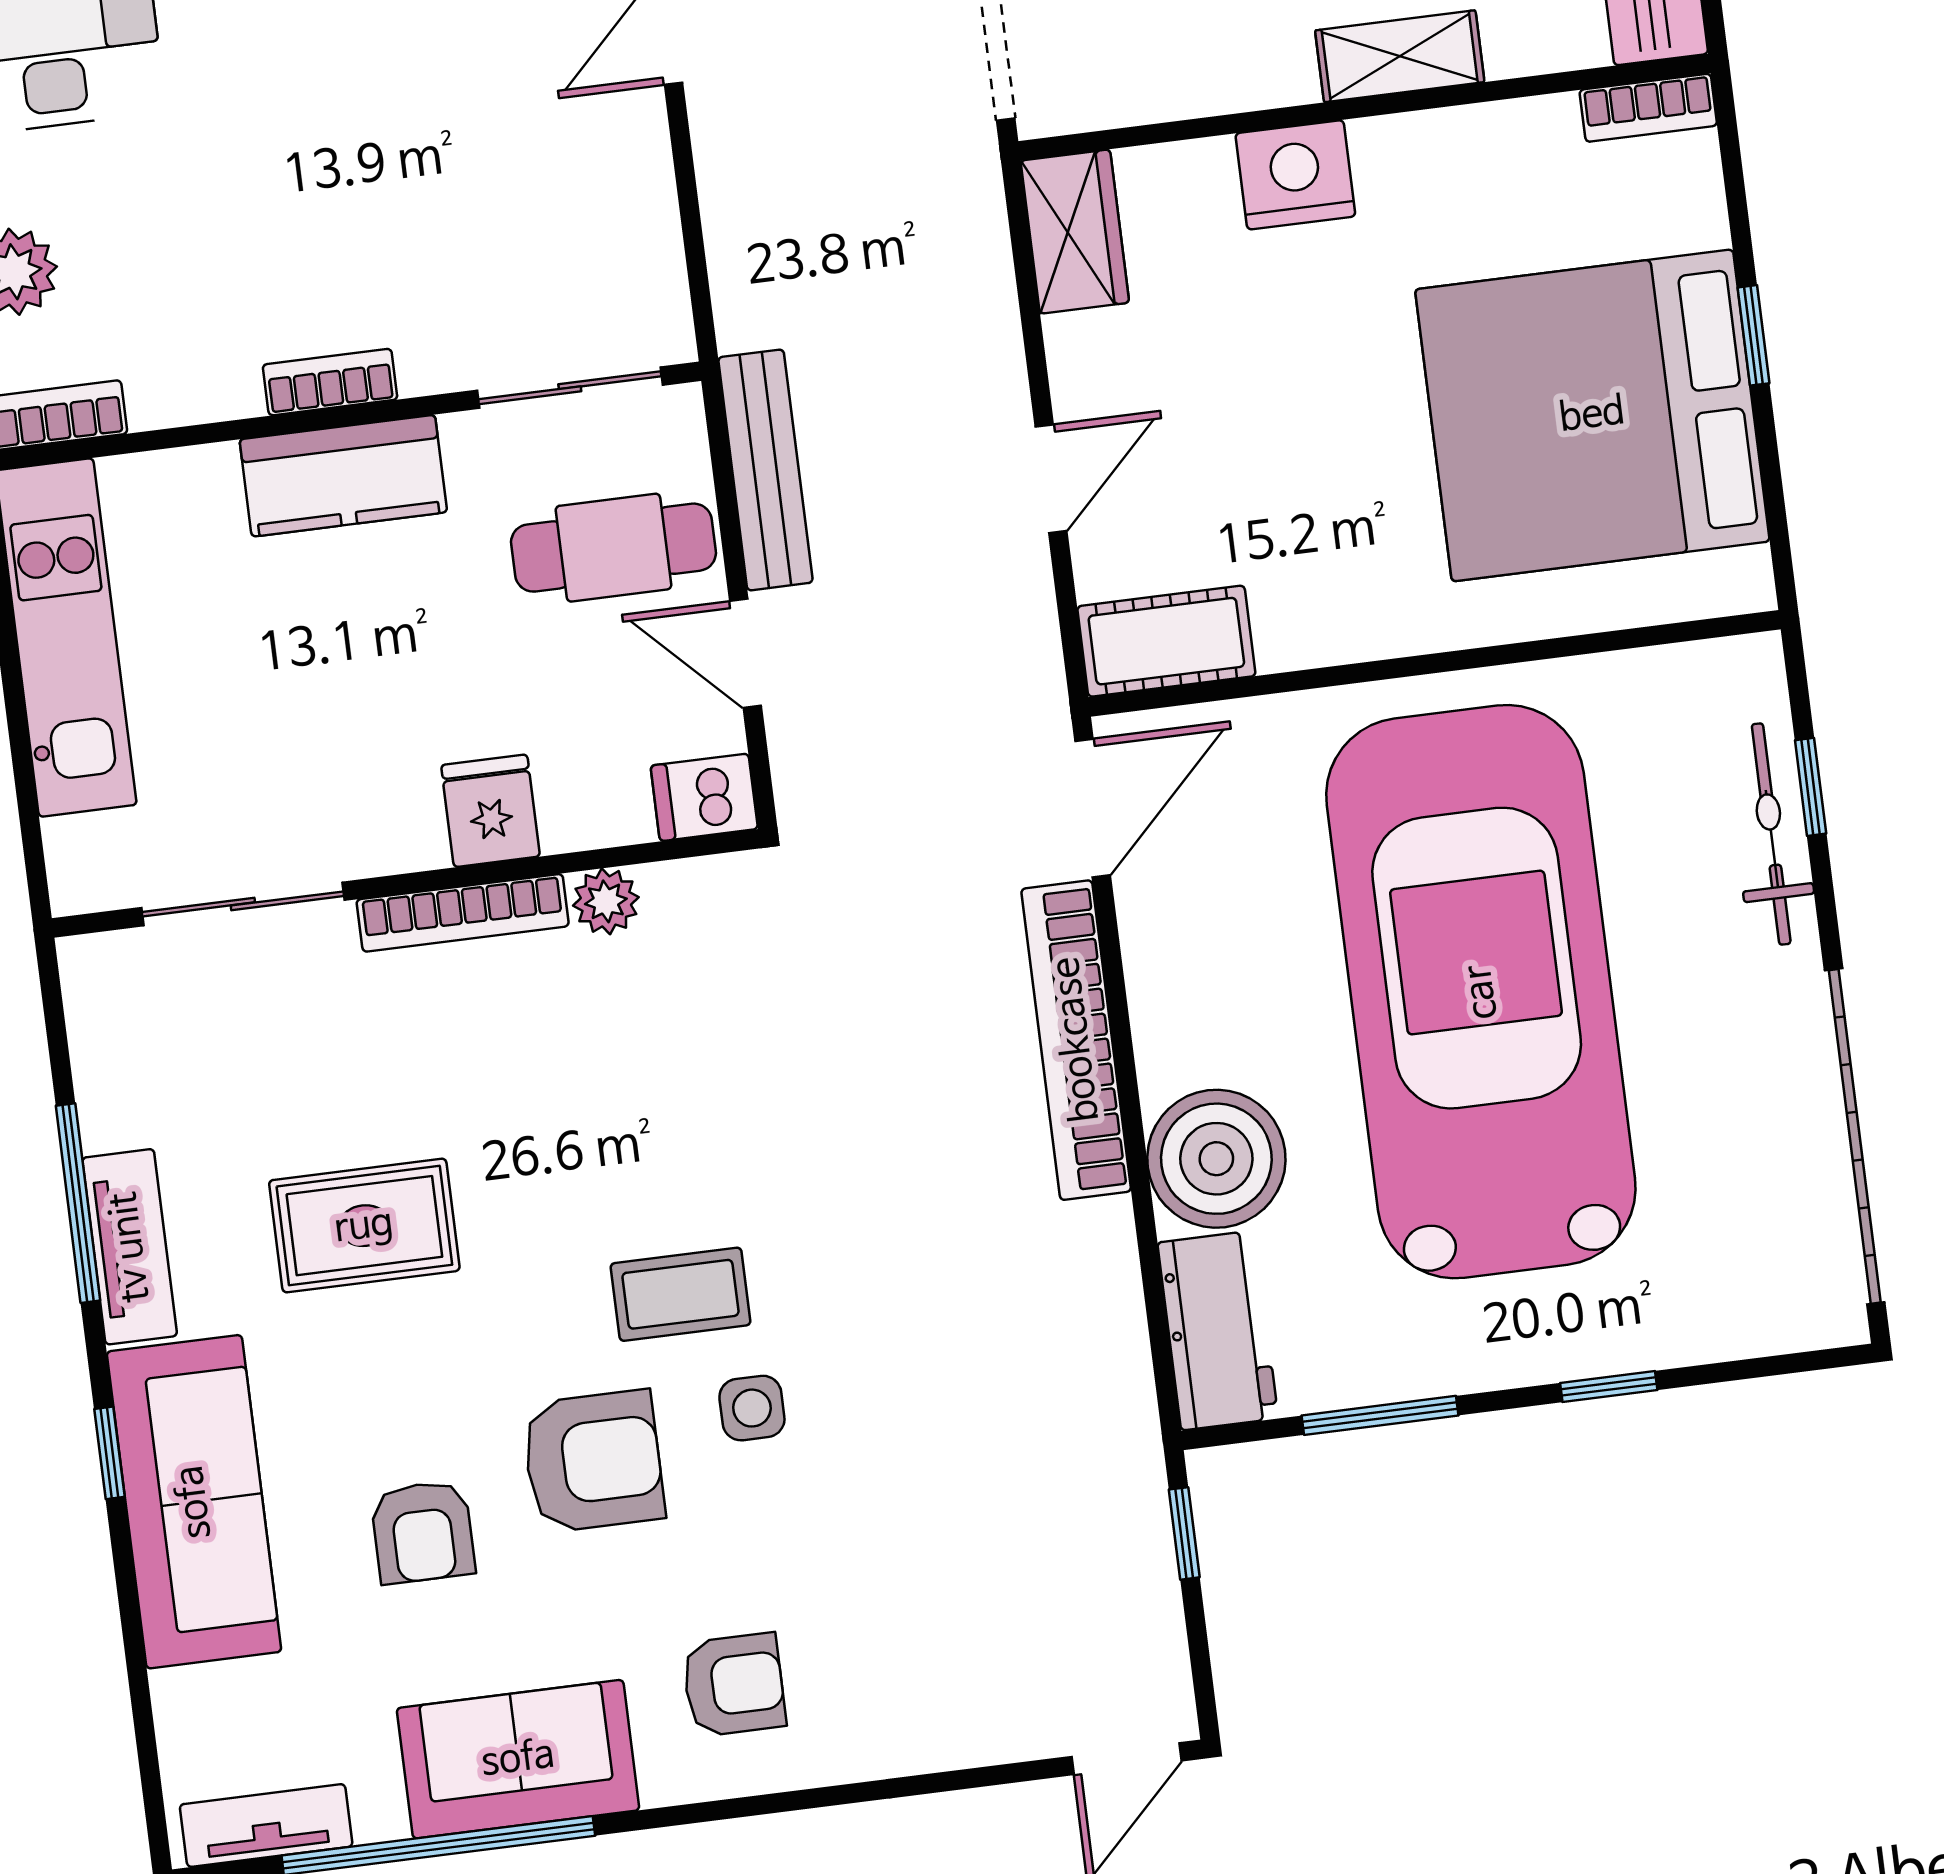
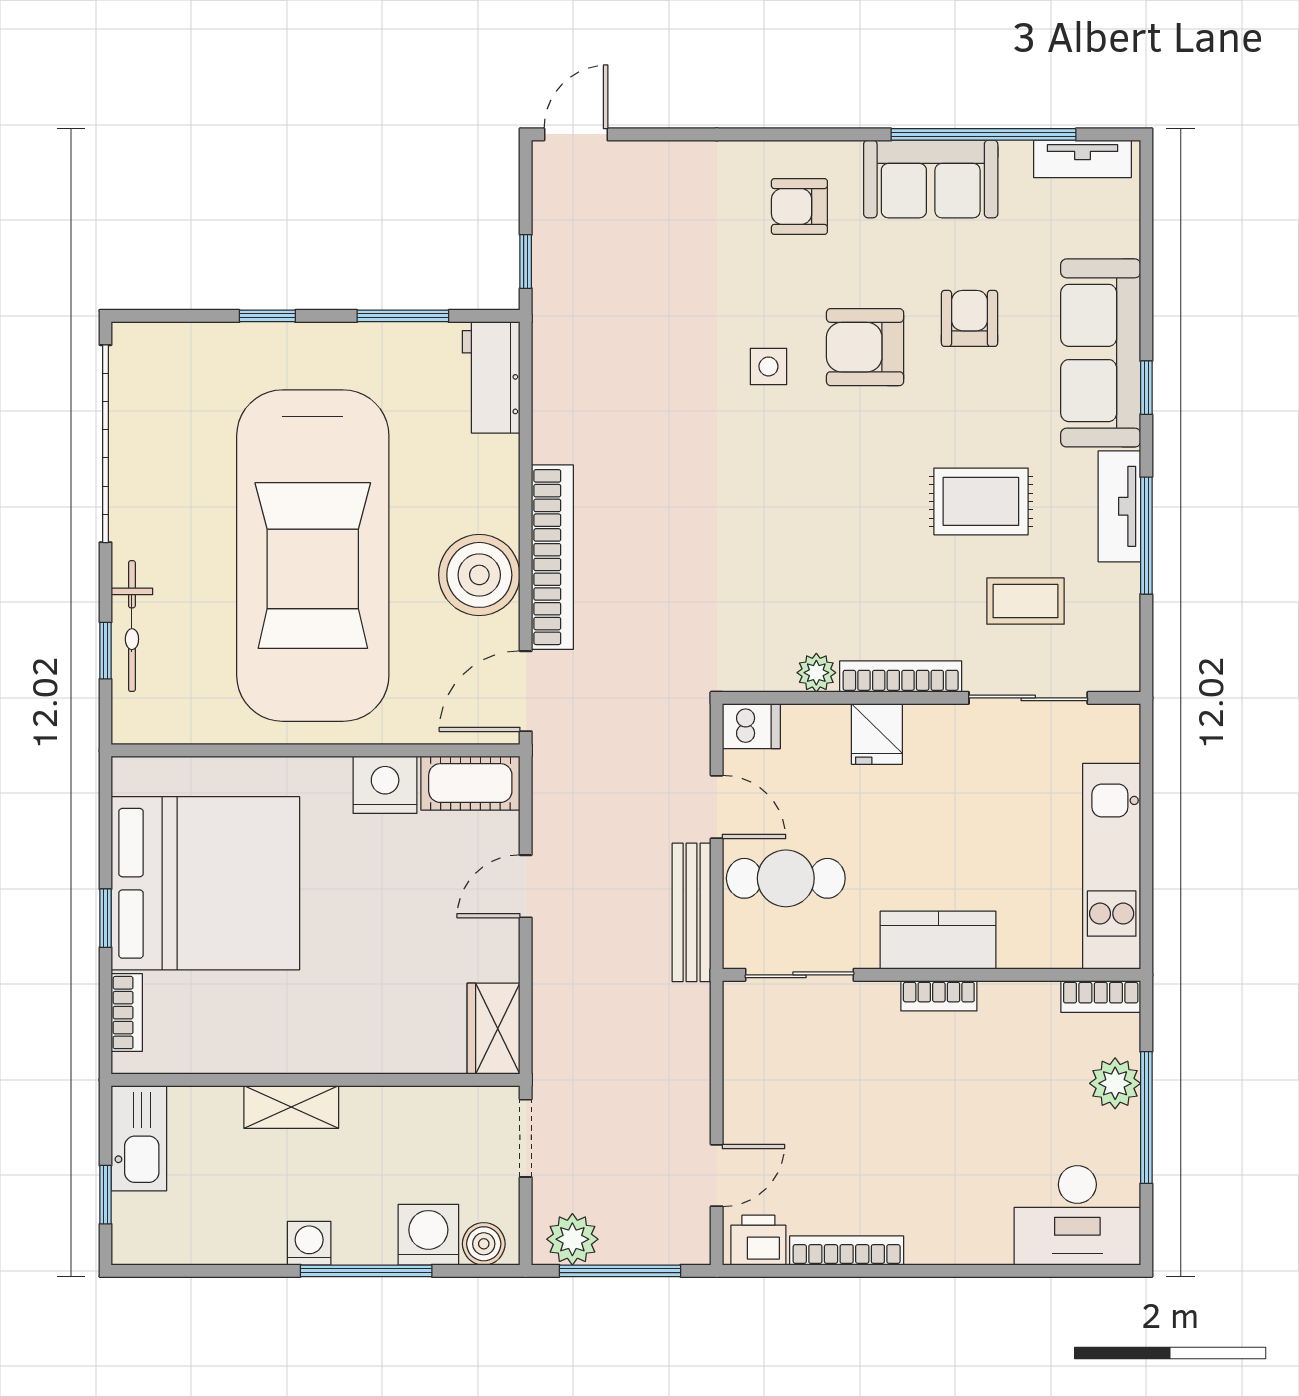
bookcase: (1648, 108) -> (127, 1013), moved, turned 90
nightstand: (1295, 175) -> (385, 785), moved, turned 180
boiler: (1216, 1159) -> (479, 575), moved
coffee table: (681, 1294) -> (1026, 601), moved

